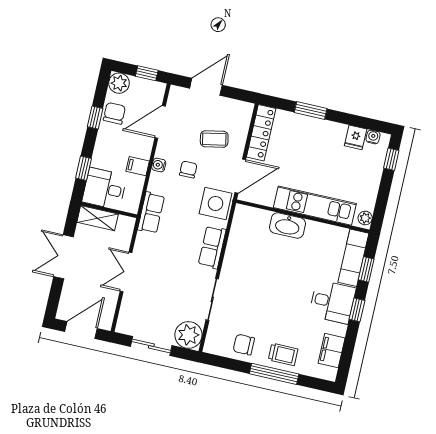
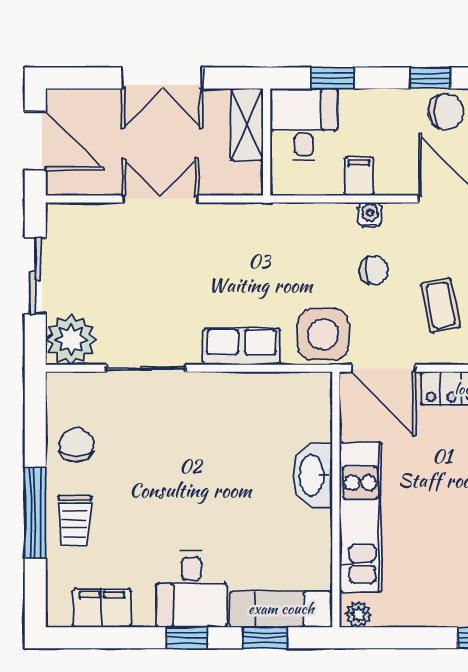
row of seats: (151, 213) -> (279, 220), removed
double door: (63, 257) -> (162, 78), swing flipped

